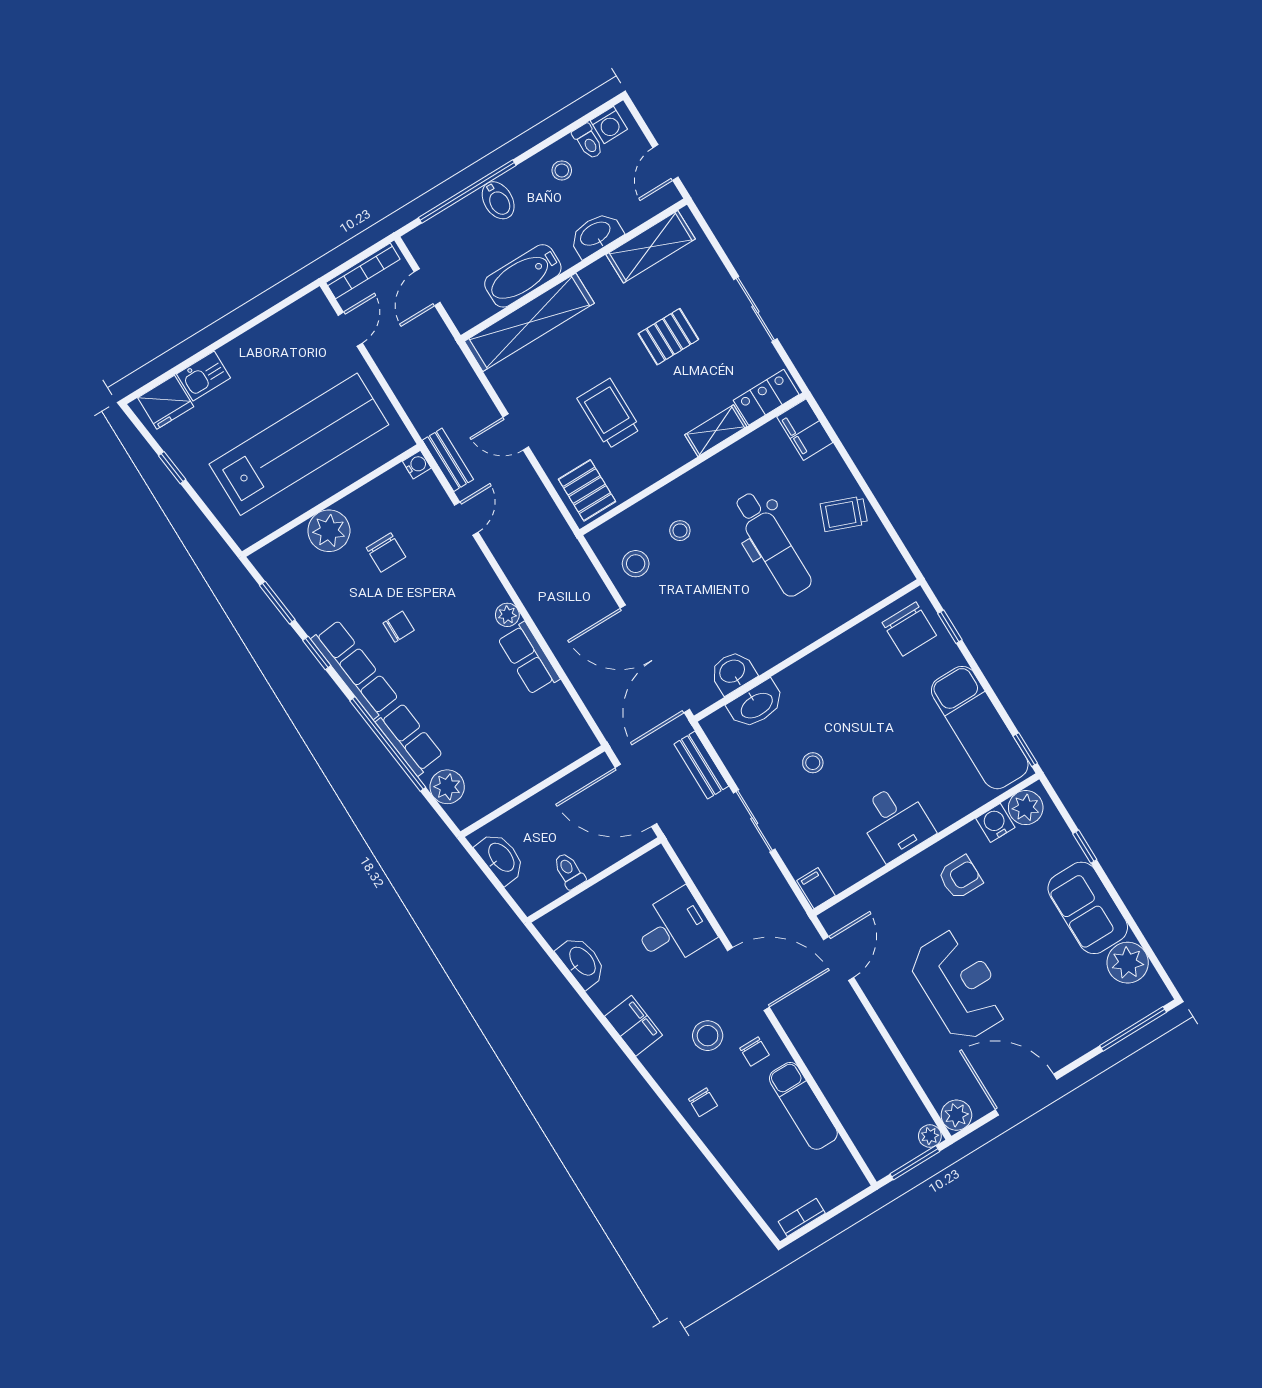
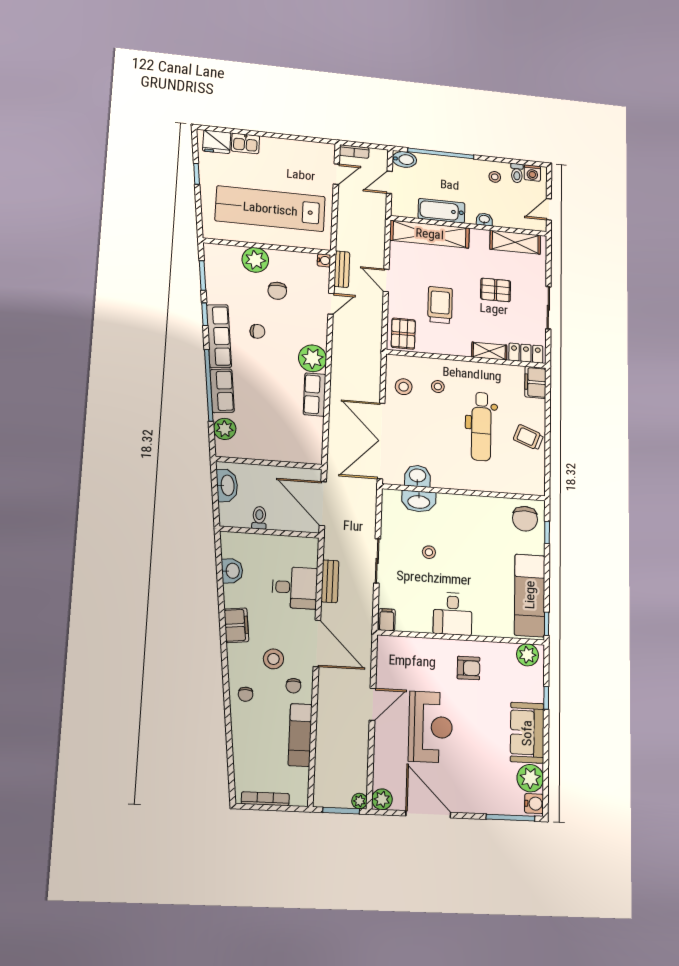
bidet: (498, 200) -> (404, 159), moved, turned -90
washbasin: (596, 234) -> (484, 219), width x0.52, depth x0.69
bookcase: (363, 271) -> (354, 151), width x0.64
lab bench: (299, 444) -> (270, 209), turned 180
plant: (507, 615) -> (313, 358), width x1.88, depth x1.88
bench: (701, 765) -> (330, 581), moved
water cooler: (995, 823) -> (534, 804), moved, turned 90
door: (838, 959) -> (373, 704), moved
washbasin: (582, 962) -> (232, 571), width x0.72
bookcase: (802, 1217) -> (265, 799), width x1.56

